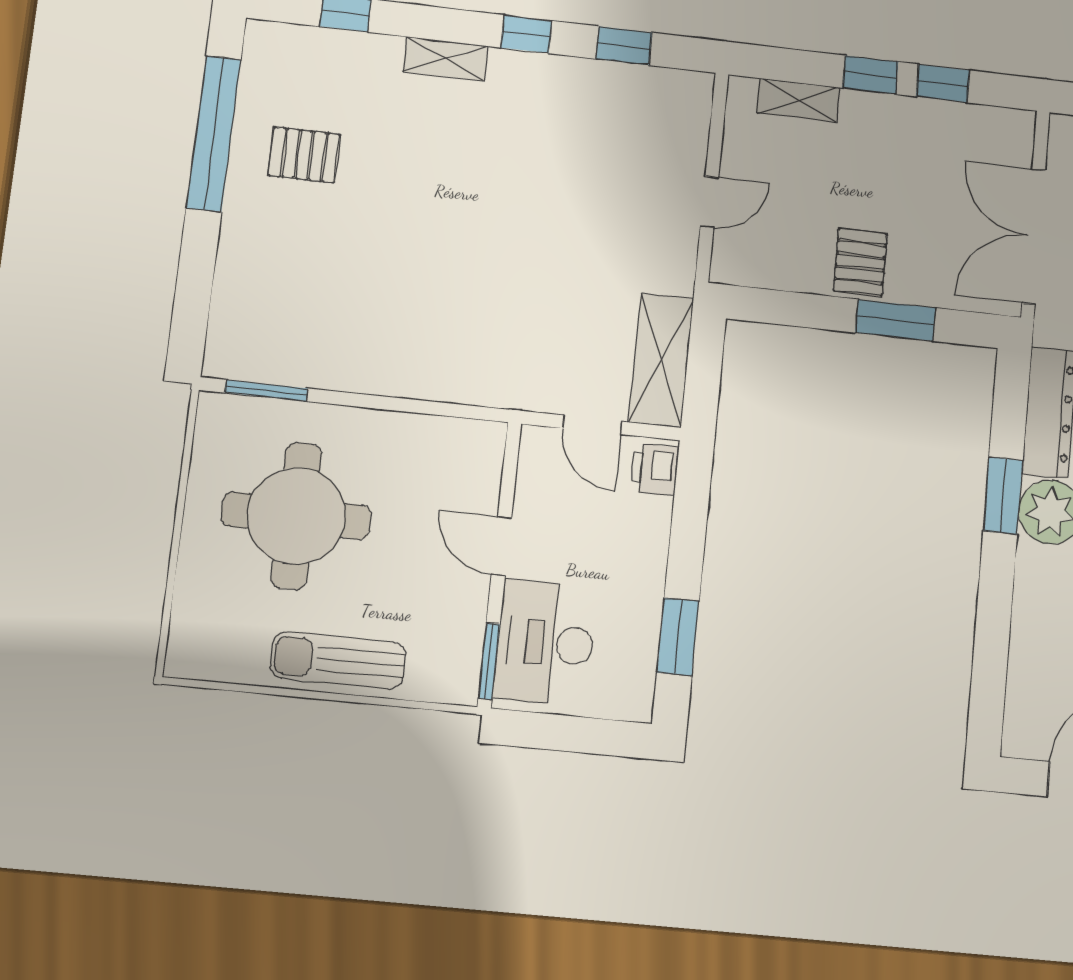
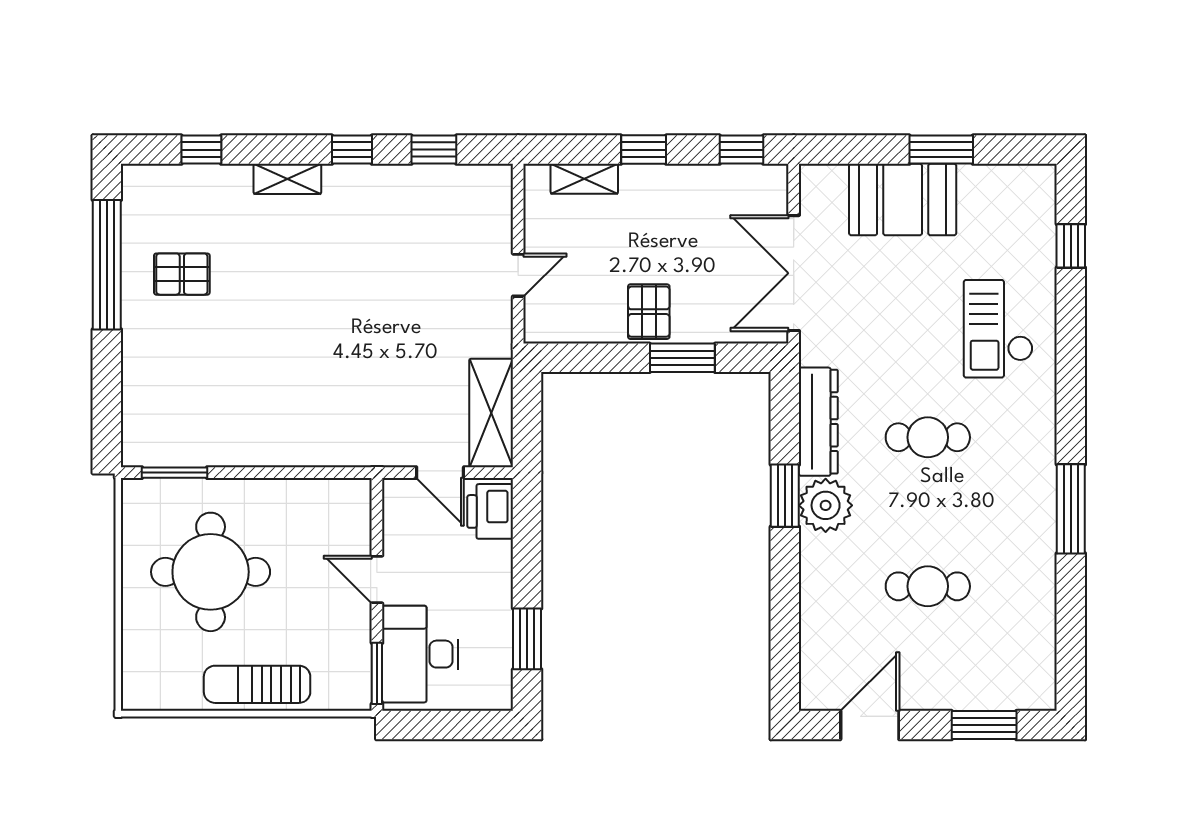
window: (943, 83) -> (741, 150), moved
printer: (655, 470) -> (490, 511), width x1.36, depth x1.24

